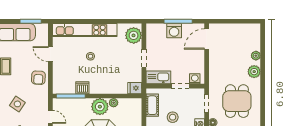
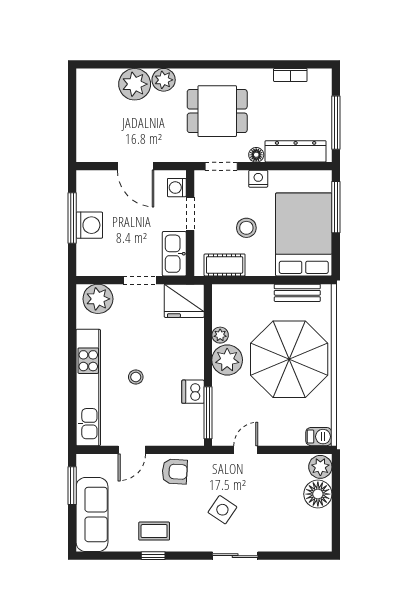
door: (207, 39) -> (136, 166), moved
plant: (256, 56) -> (135, 84), width x1.87, depth x1.87
fridge: (135, 88) -> (184, 301), width x1.88, depth x1.34

